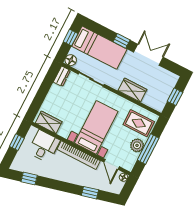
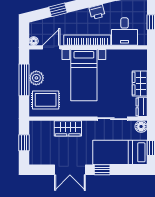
wardrobe: (49, 122) -> (140, 84), moved, turned 90
door: (112, 164) -> (51, 47), hinge flipped
printer: (58, 174) -> (97, 12), added

